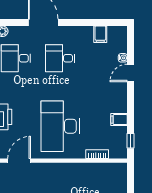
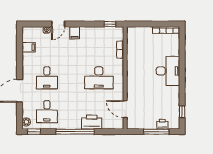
door: (131, 73) -> (58, 24), hinge flipped
filing cabinet: (119, 120) -> (75, 33), moved
desk: (60, 126) -> (99, 78), width x0.73, depth x0.77

